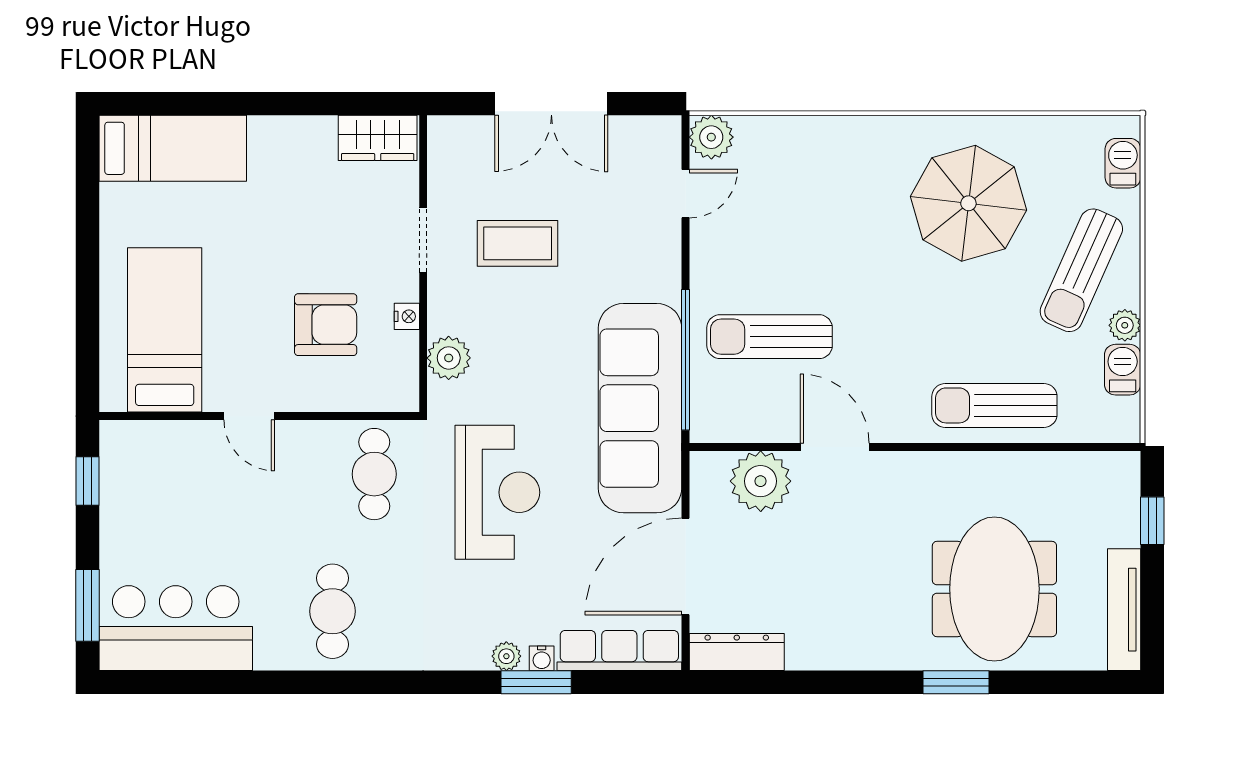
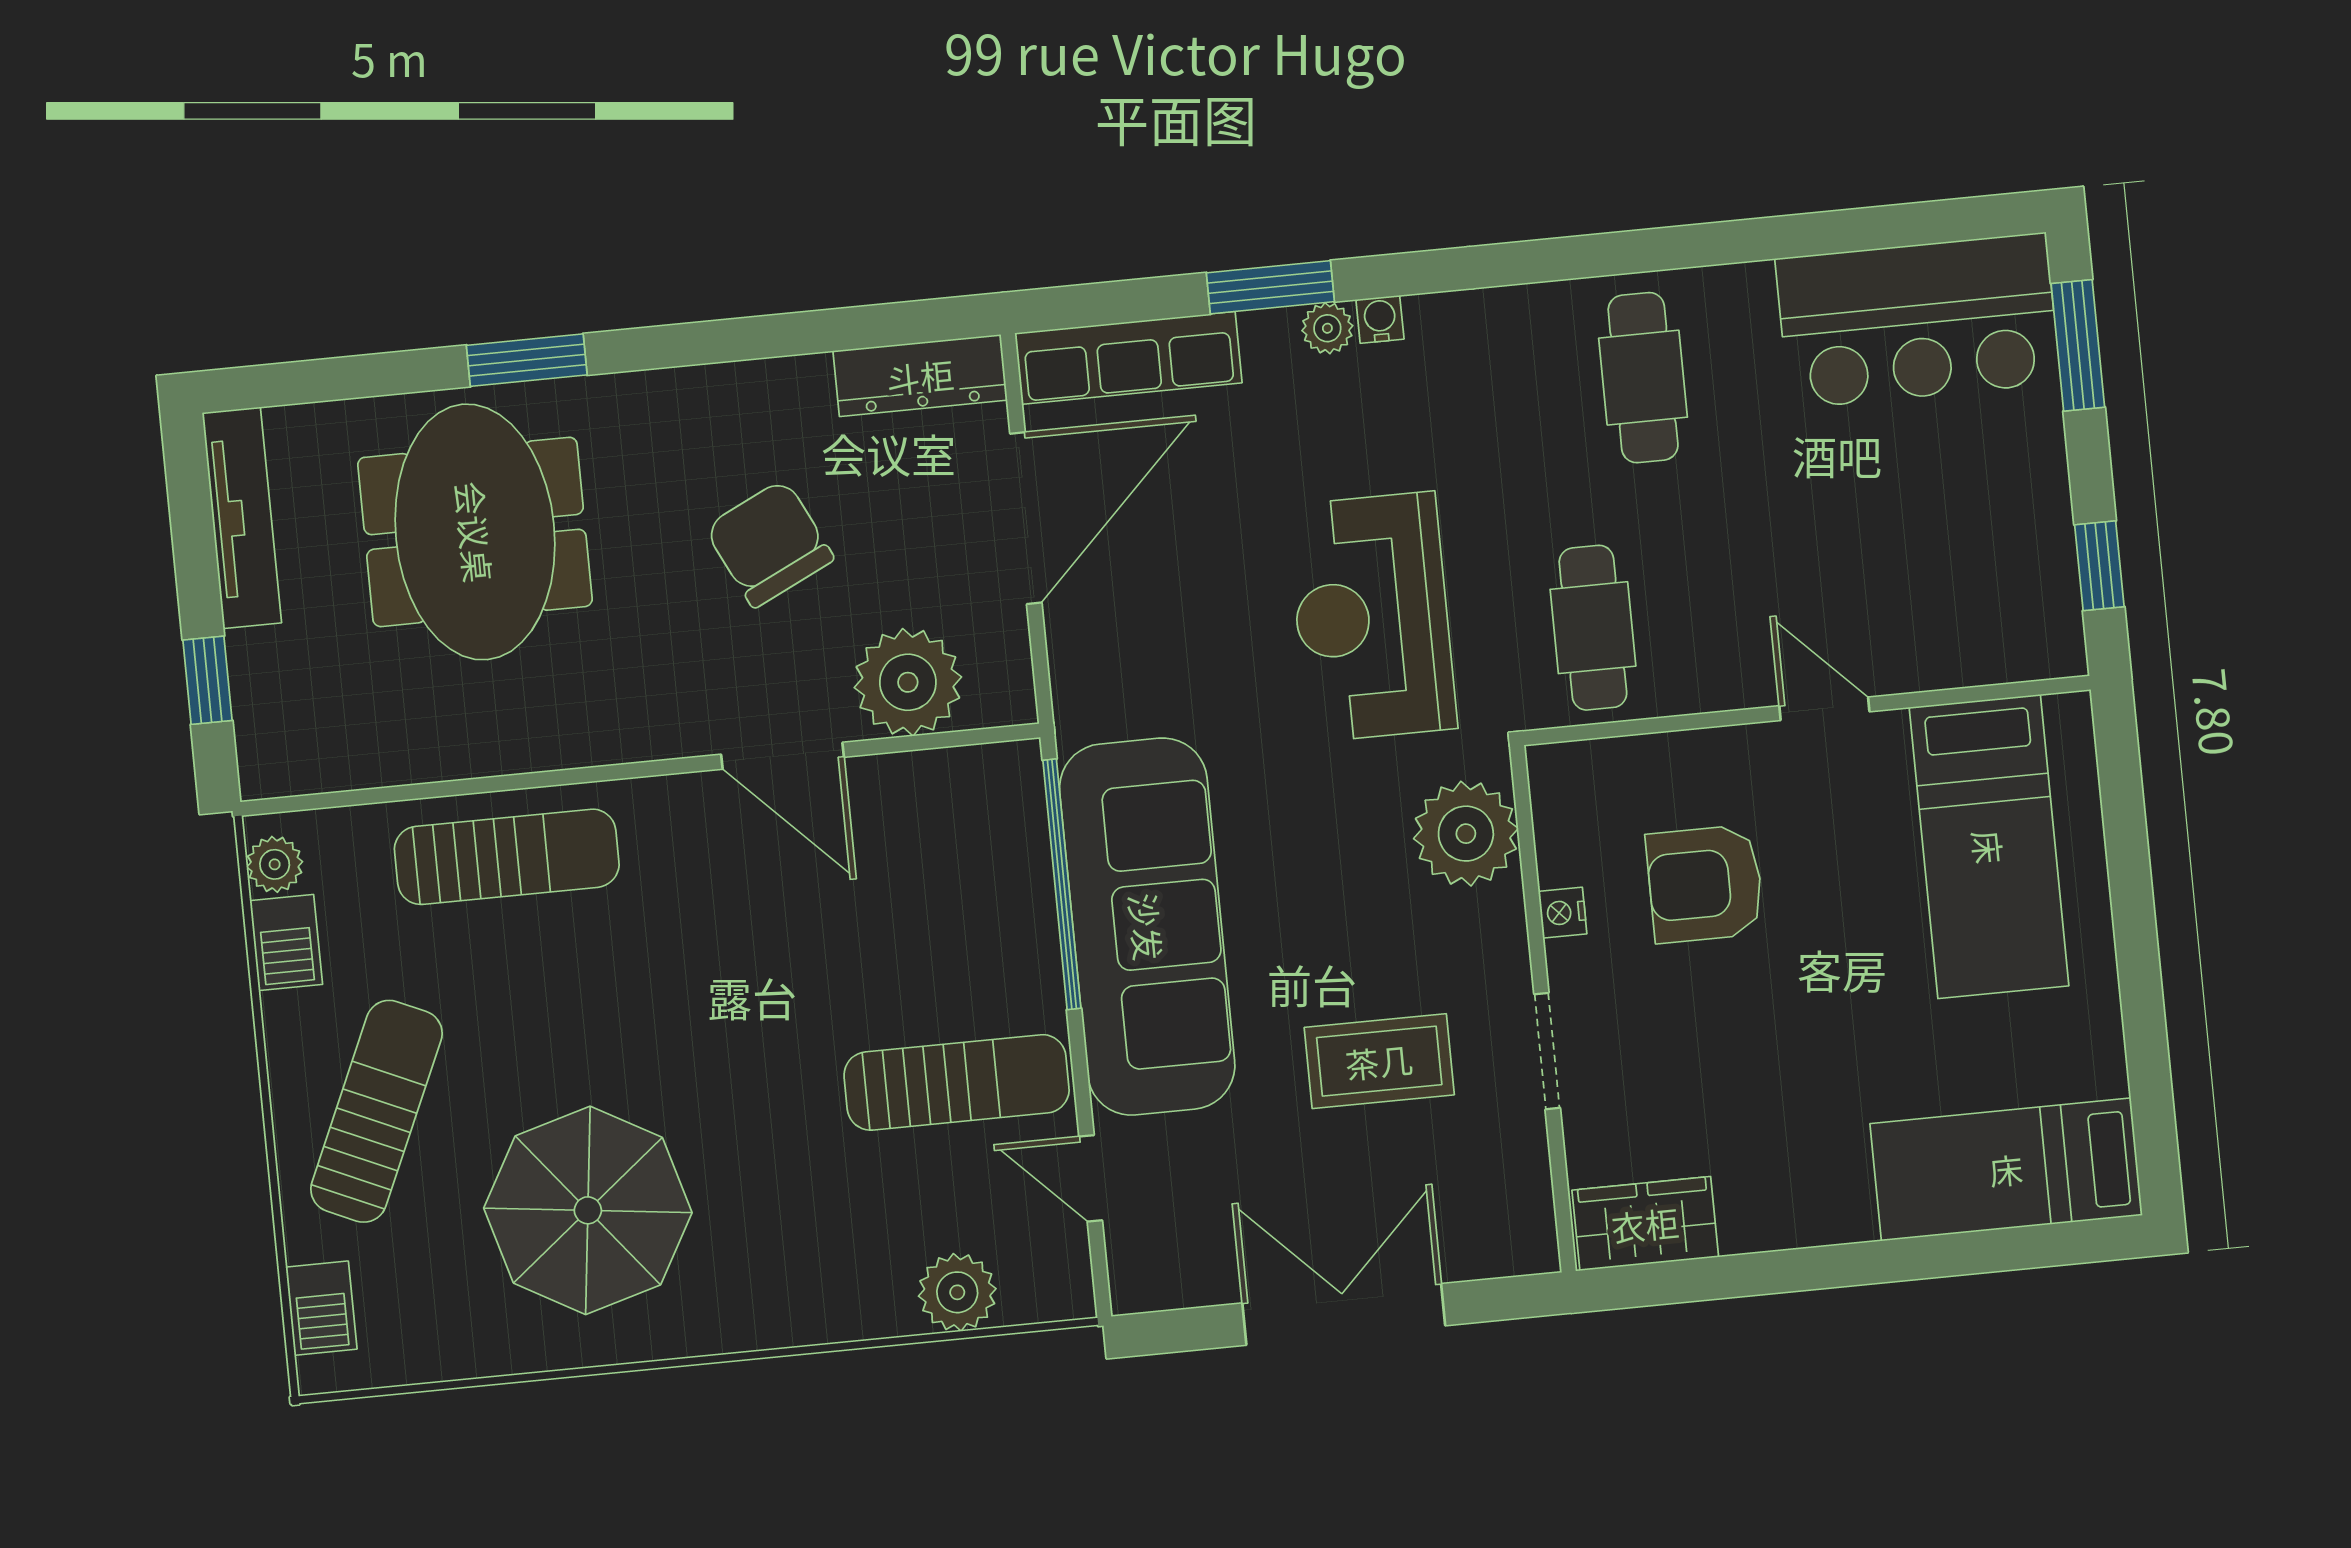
plant: (711, 137) -> (957, 1292), moved
door: (685, 194) -> (1091, 1178), hinge flipped
plant: (1125, 325) -> (275, 864), moved
sun lounger: (770, 337) -> (957, 1082), moved
plant: (449, 358) -> (1466, 834), width x1.36, depth x1.36
sofa: (640, 408) -> (1147, 927), moved
chair: (830, 566) -> (769, 543), added
water cooler: (542, 658) -> (1380, 319), moved

